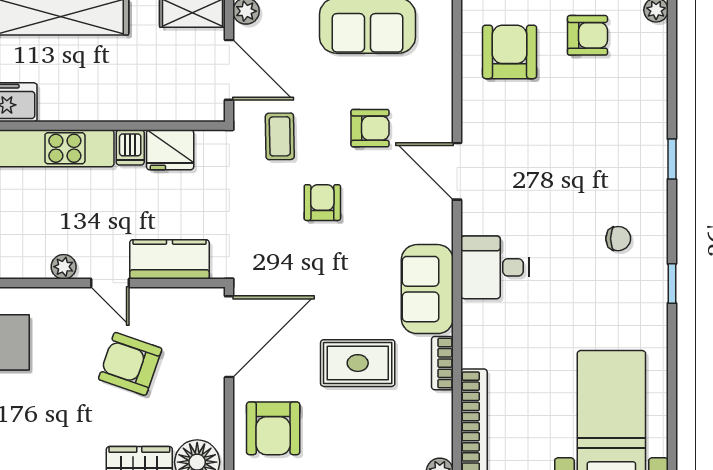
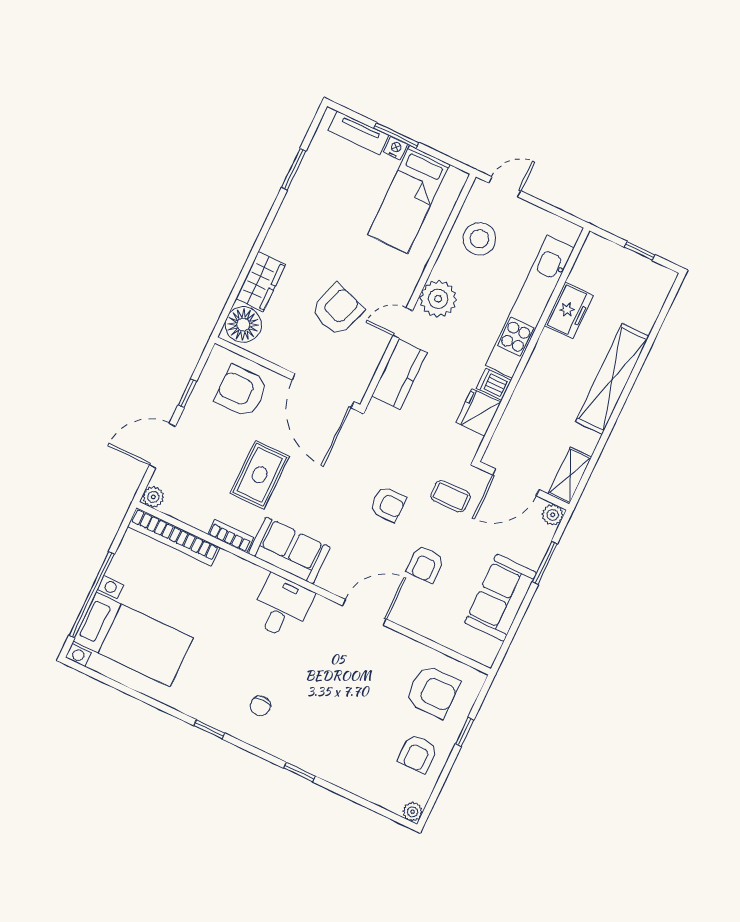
plant: (64, 267) -> (438, 299), width x1.88, depth x1.88

